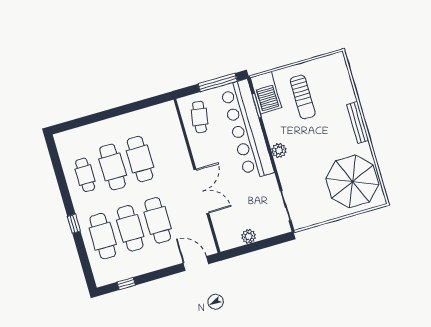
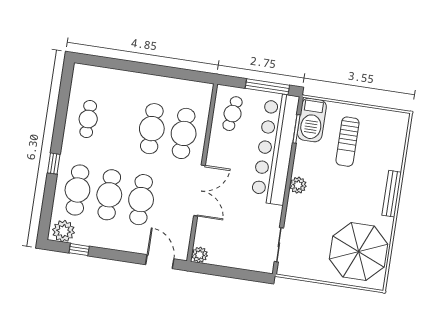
cafe table: (113, 167) -> (184, 133), moved
plant: (249, 236) -> (200, 255), moved
plant: (107, 275) -> (64, 231), added

